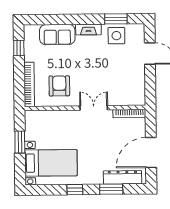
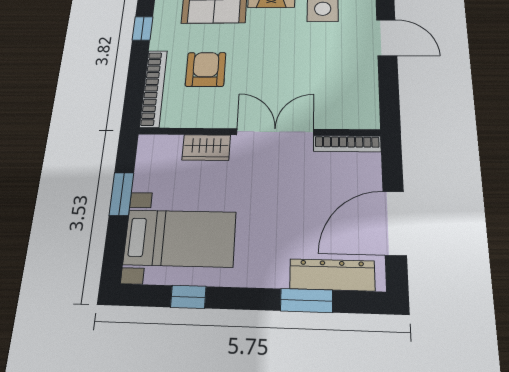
armchair: (59, 86) -> (206, 69), moved
double door: (94, 108) -> (275, 132), width x1.37
wardrobe: (60, 117) -> (206, 148), added
window: (75, 190) -> (188, 297), moved

